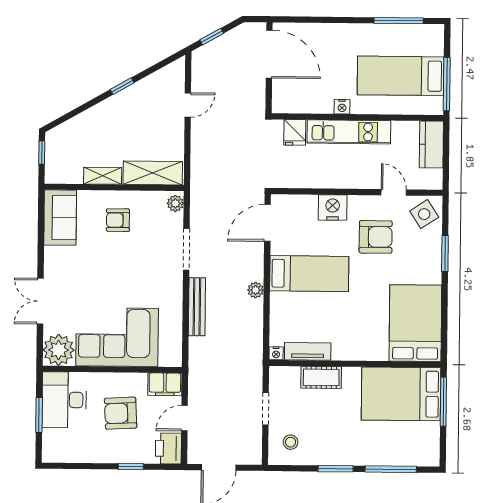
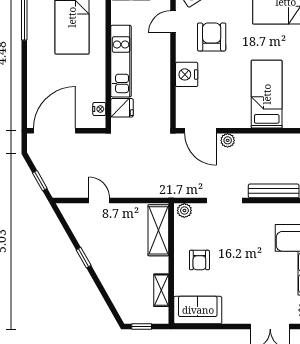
nightstand: (342, 107) -> (99, 109), moved
shelving: (103, 176) -> (161, 290), moved
bed: (309, 274) -> (267, 94), moved
plant: (256, 290) -> (228, 140), moved

